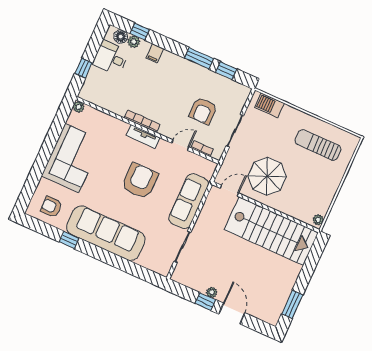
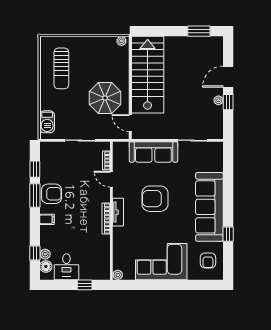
filing cabinet: (155, 53) -> (47, 219), moved
armchair: (203, 111) -> (52, 194), moved

